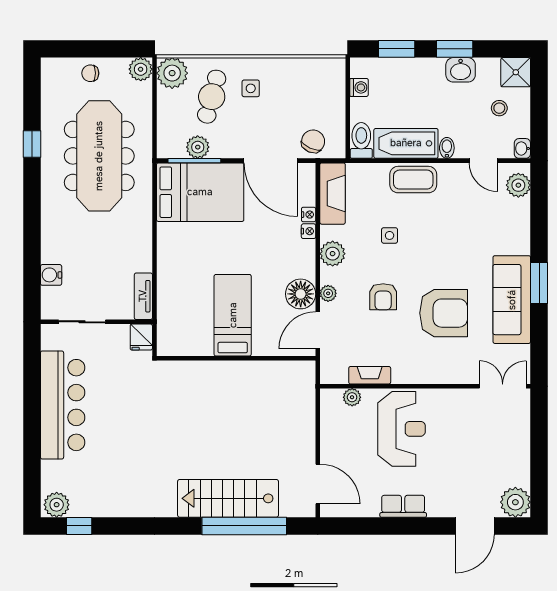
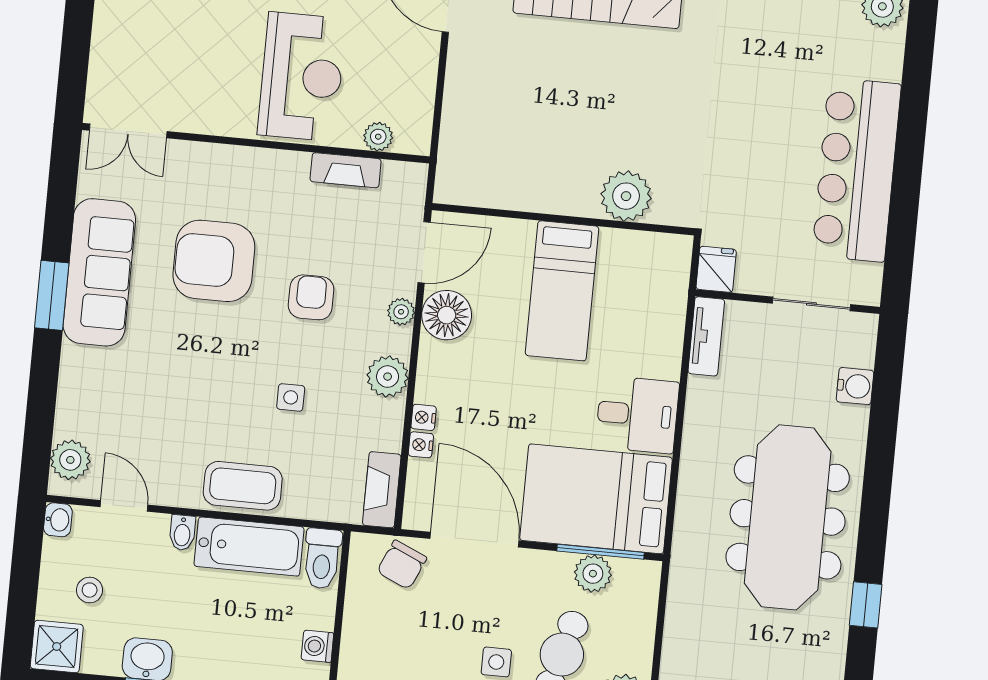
meeting table: (99, 156) -> (788, 517), moved
fireplace: (333, 194) -> (382, 490), width x0.73, depth x0.76
desk: (180, 245) -> (637, 415), added
plant: (200, 376) -> (626, 196), added
reception desk: (401, 429) -> (302, 77), turned 180

